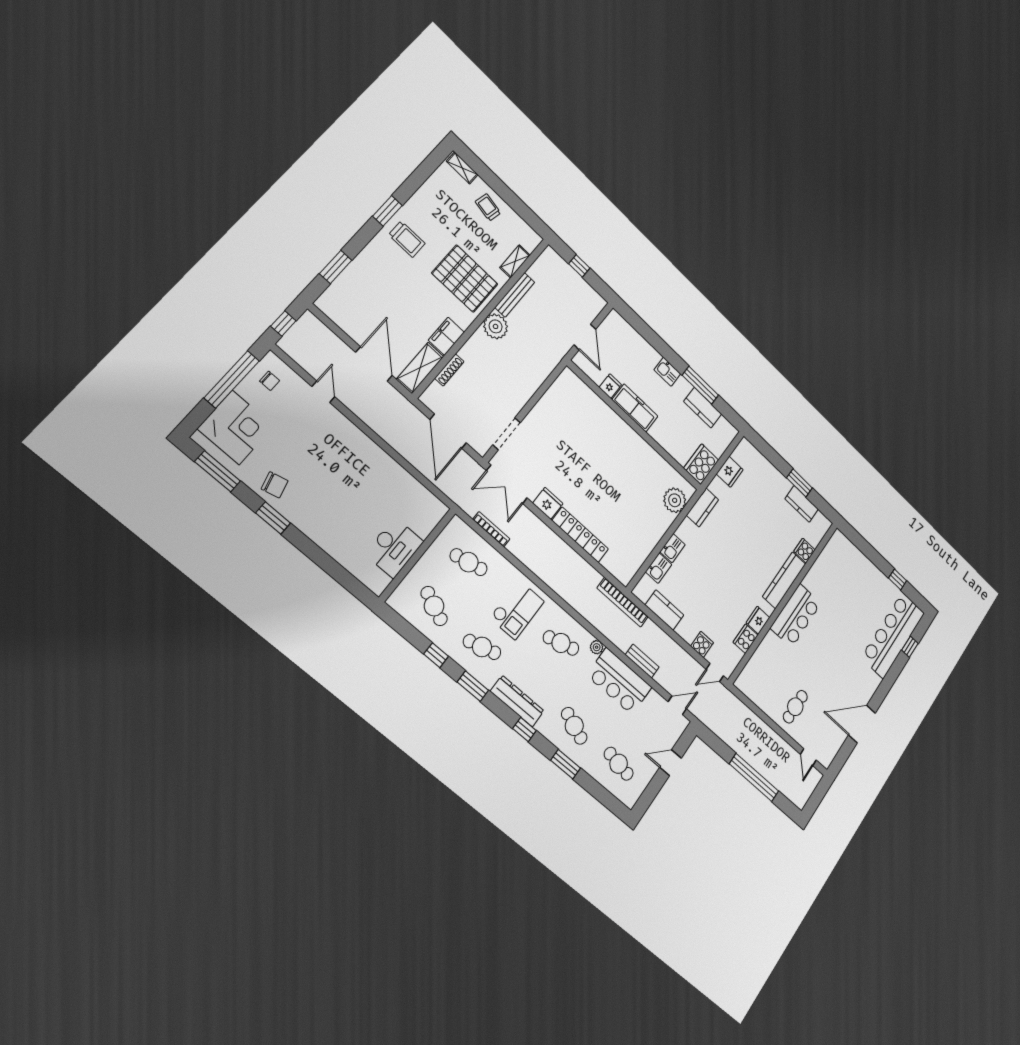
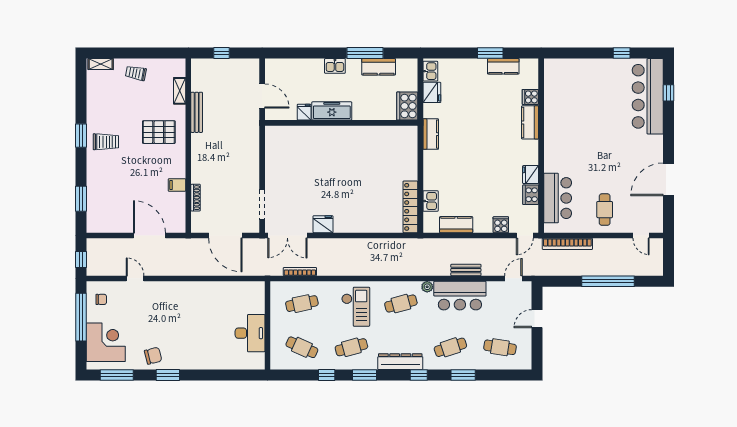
pallet: (465, 279) -> (159, 132), width x0.73, depth x0.71
plant: (496, 326) -> (201, 144), removed
filing cabinet: (446, 336) -> (177, 185), width x0.50
shelving: (420, 368) -> (178, 213), removed
plant: (675, 500) -> (407, 147), removed
locker: (580, 535) -> (410, 207), moved, turned -90
kitchen sink: (673, 548) -> (430, 71), moved
kitchen counter: (784, 580) -> (530, 122), width x0.67
bookcase: (623, 602) -> (567, 244), moved
bar counter: (796, 616) -> (558, 198), moved
cafe table: (574, 726) -> (450, 347), turned -39

